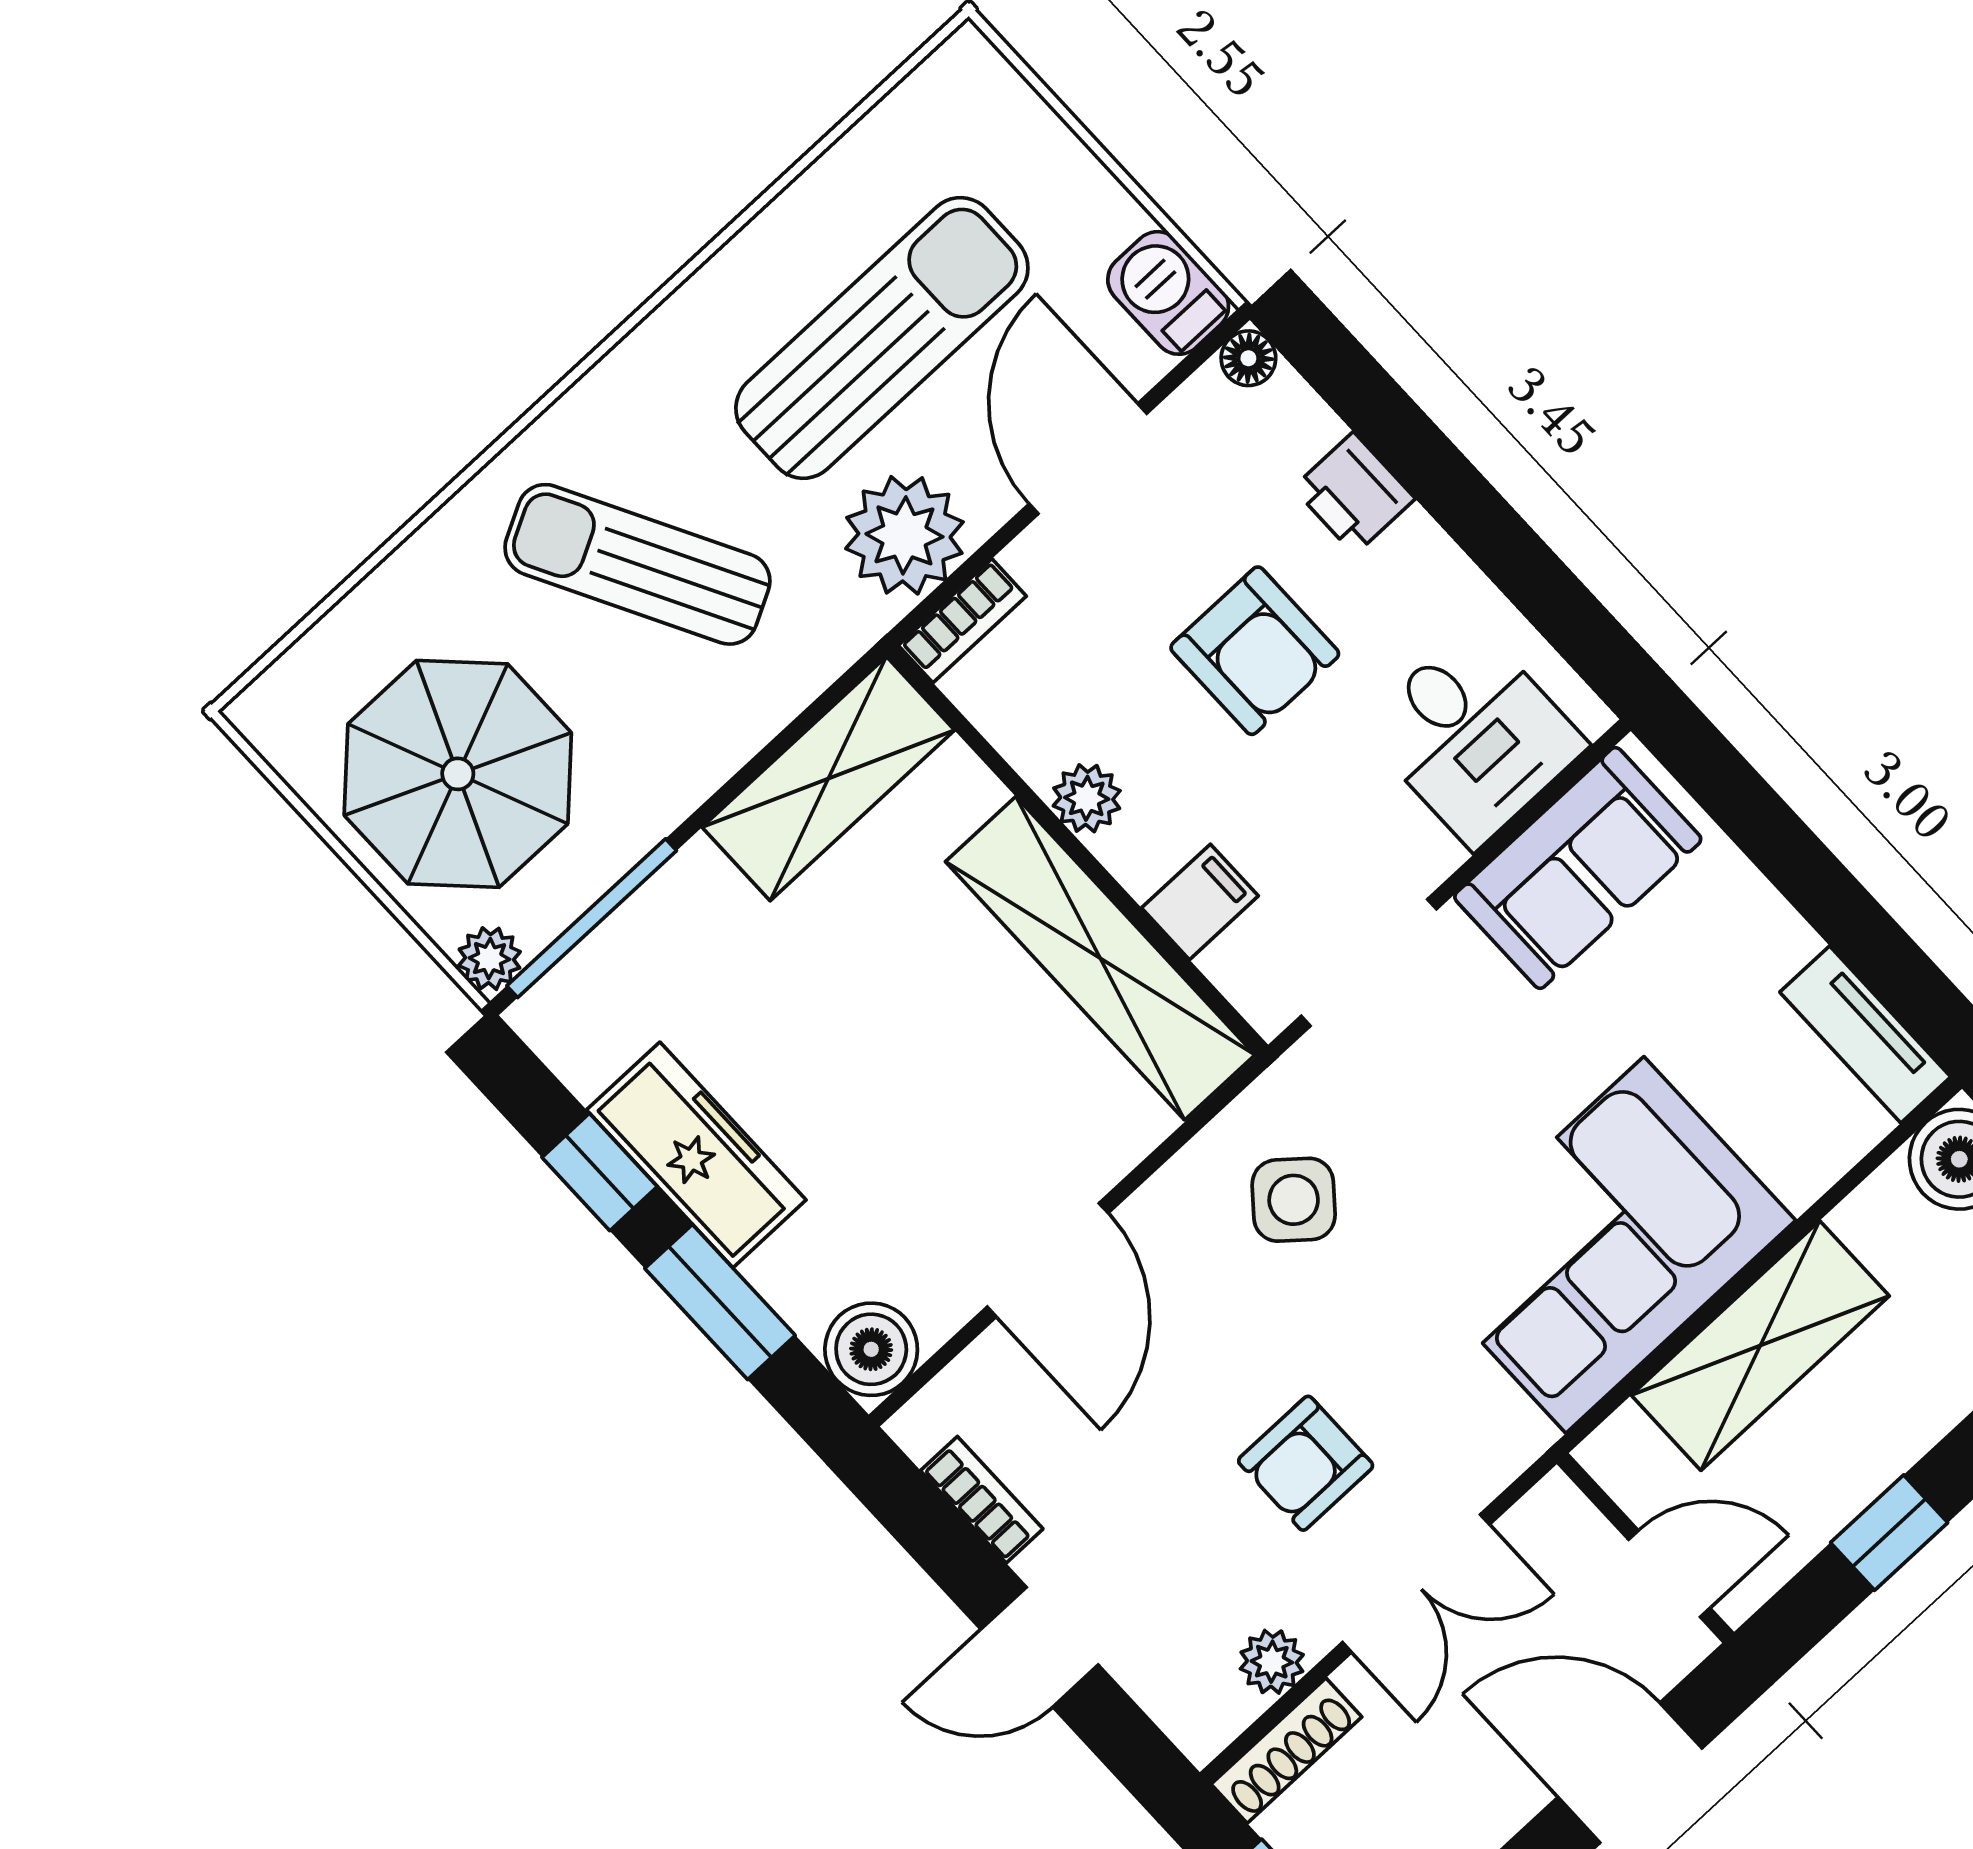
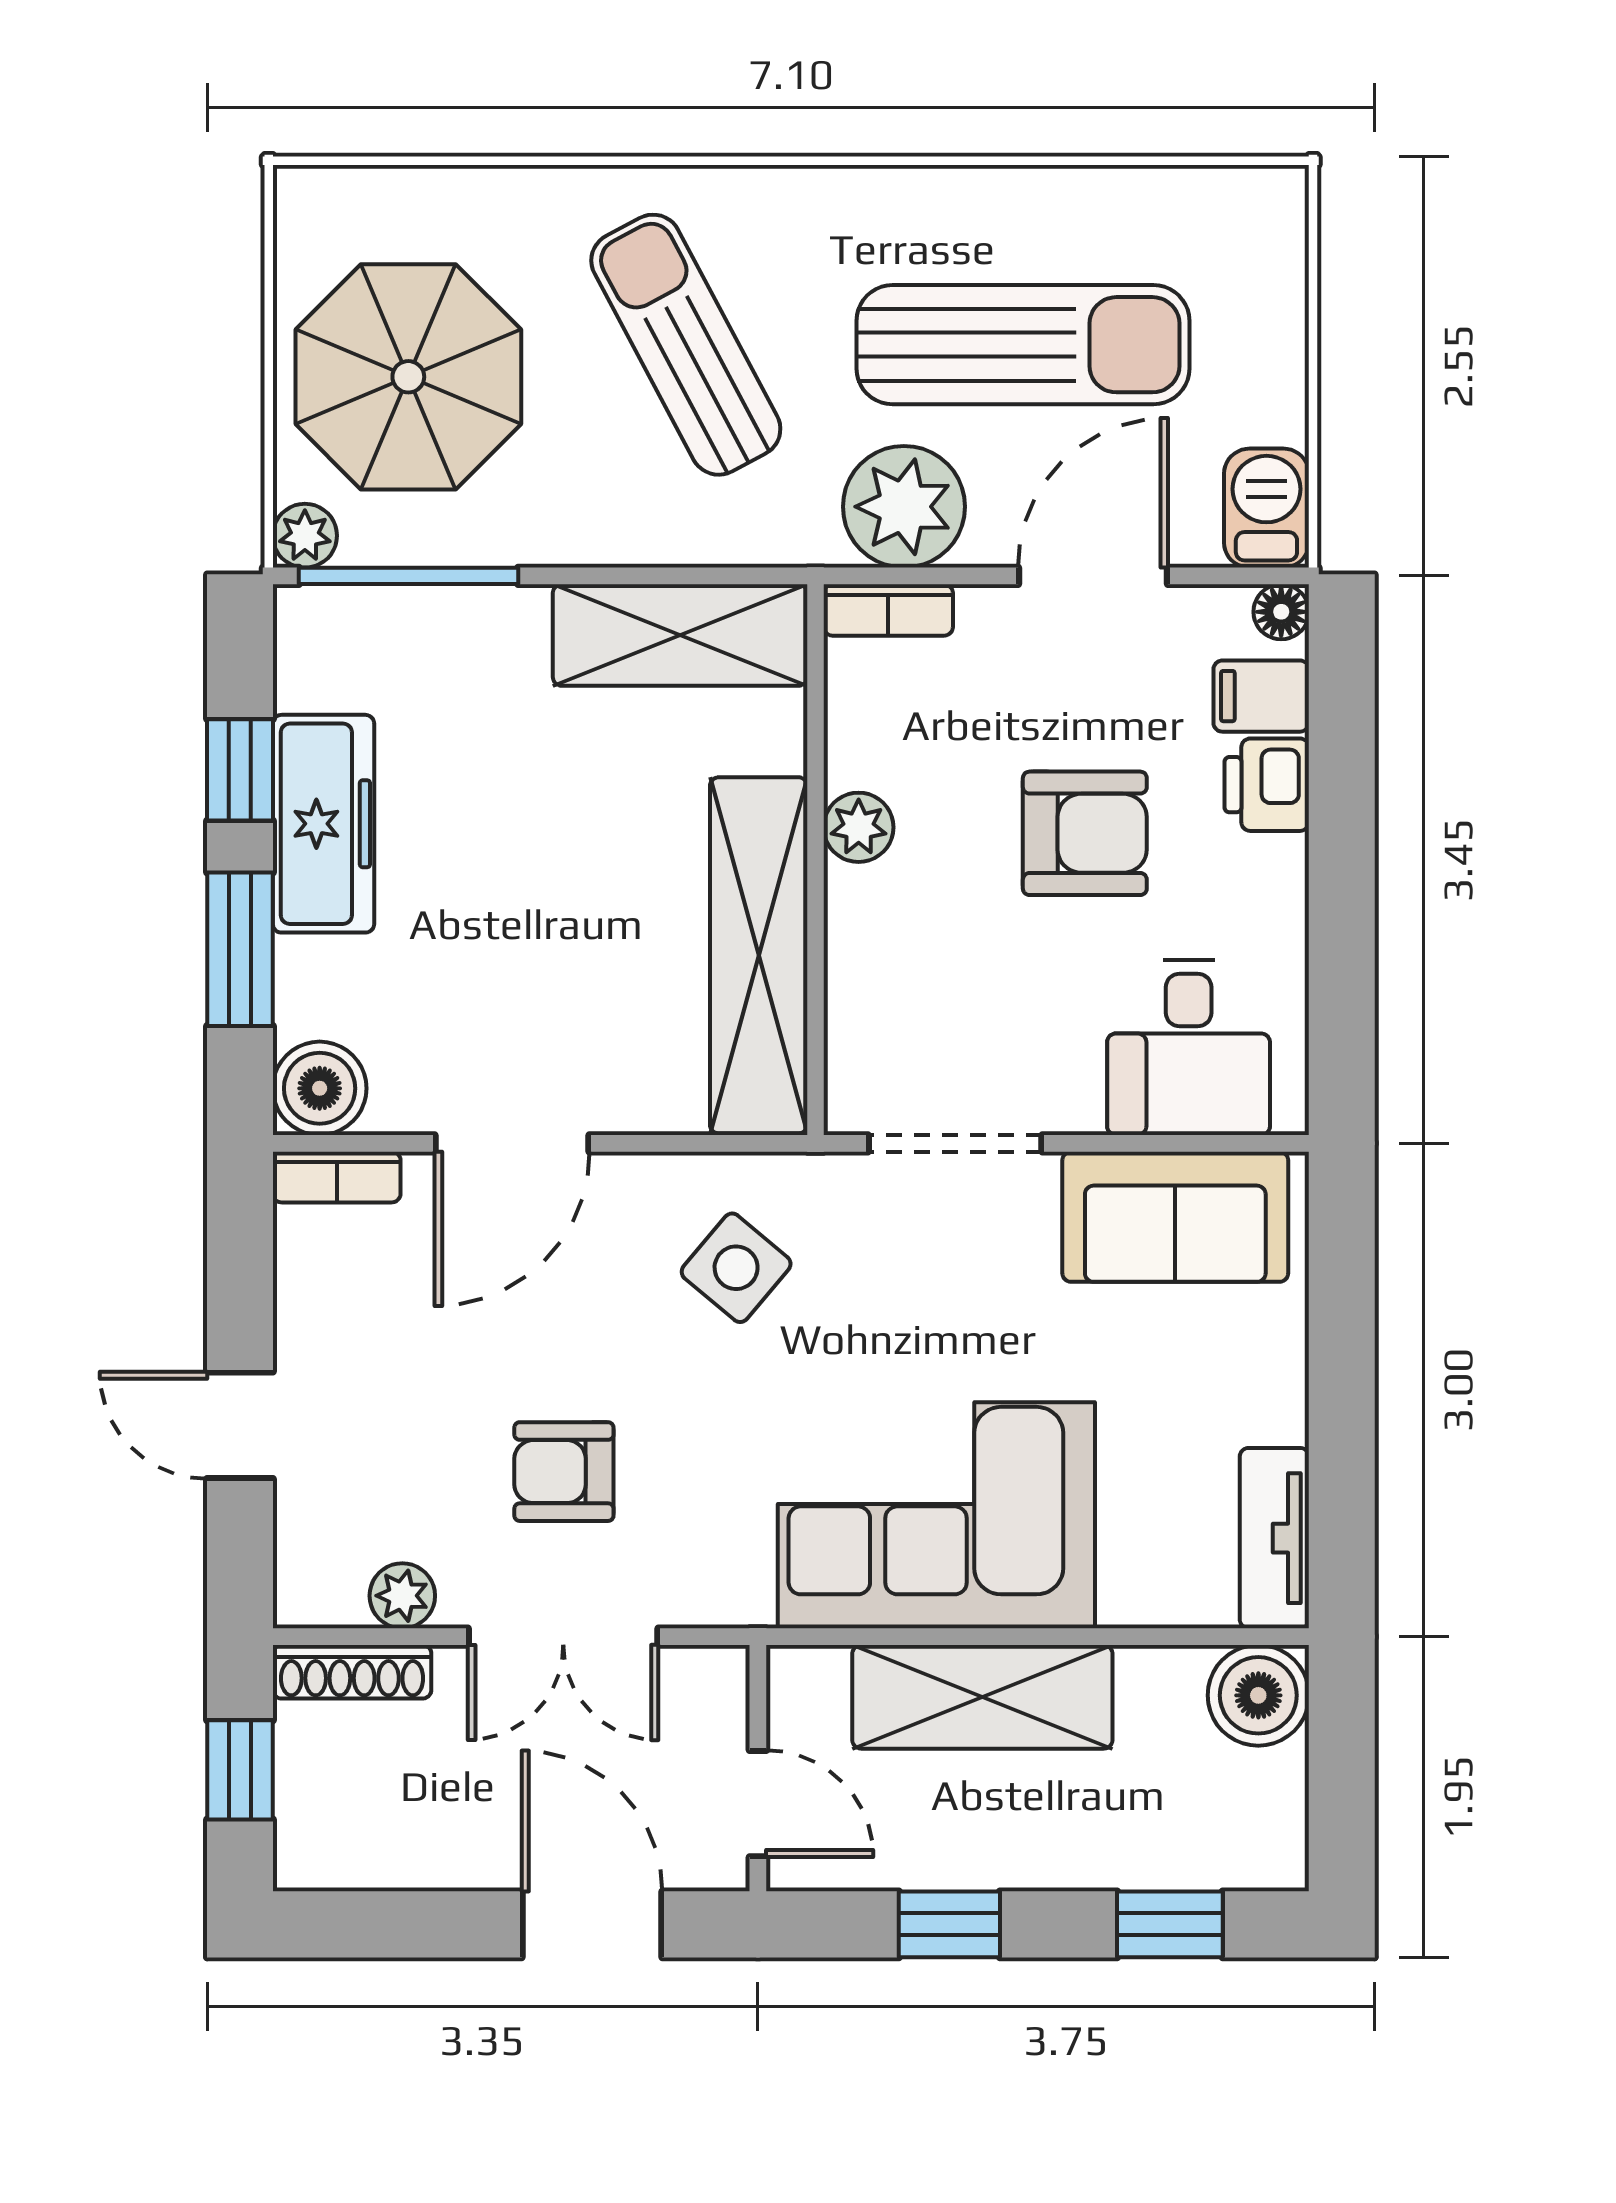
armchair: (1255, 651) -> (1085, 833), turned -90
filing cabinet: (1200, 902) -> (1261, 696), moved, turned 180
bookcase: (982, 1500) -> (337, 1177), moved, turned 90

